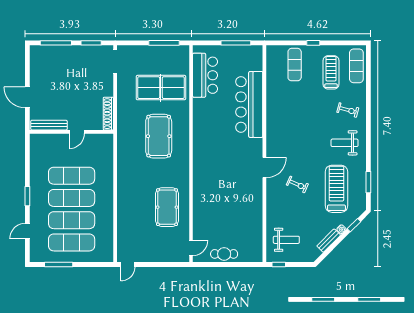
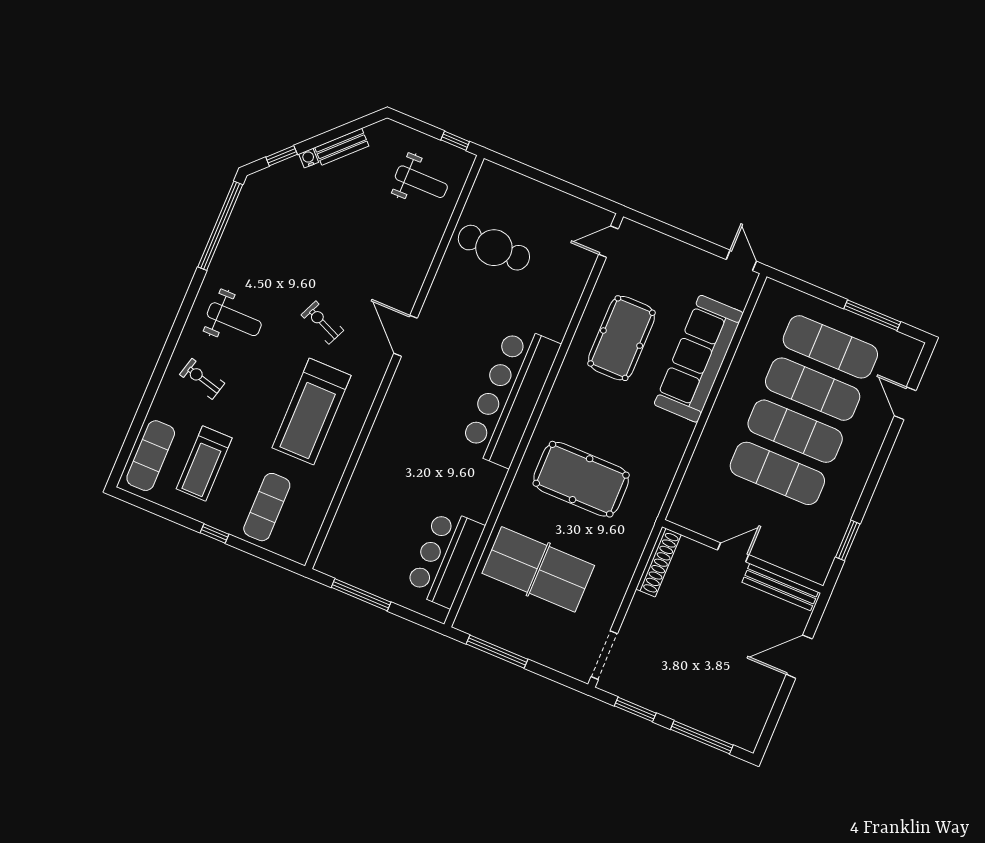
door: (27, 97) -> (799, 657), swing flipped
bar counter: (249, 104) -> (510, 396), moved, turned 180
pool table: (159, 136) -> (581, 479), turned 90
door: (264, 168) -> (406, 336), hinge flipped
window: (368, 182) -> (220, 226), width x2.11
exercise bike: (297, 184) -> (322, 323), moved
treadmill: (336, 189) -> (311, 412), moved
window: (27, 196) -> (848, 540), moved
sofa: (129, 212) -> (699, 359), added
door: (27, 231) -> (905, 403), swing flipped
weight bench: (286, 240) -> (421, 182), turned 180
cafe table: (224, 254) -> (494, 248), moved, width x1.37, depth x1.35
door: (128, 265) -> (741, 260), hinge flipped

